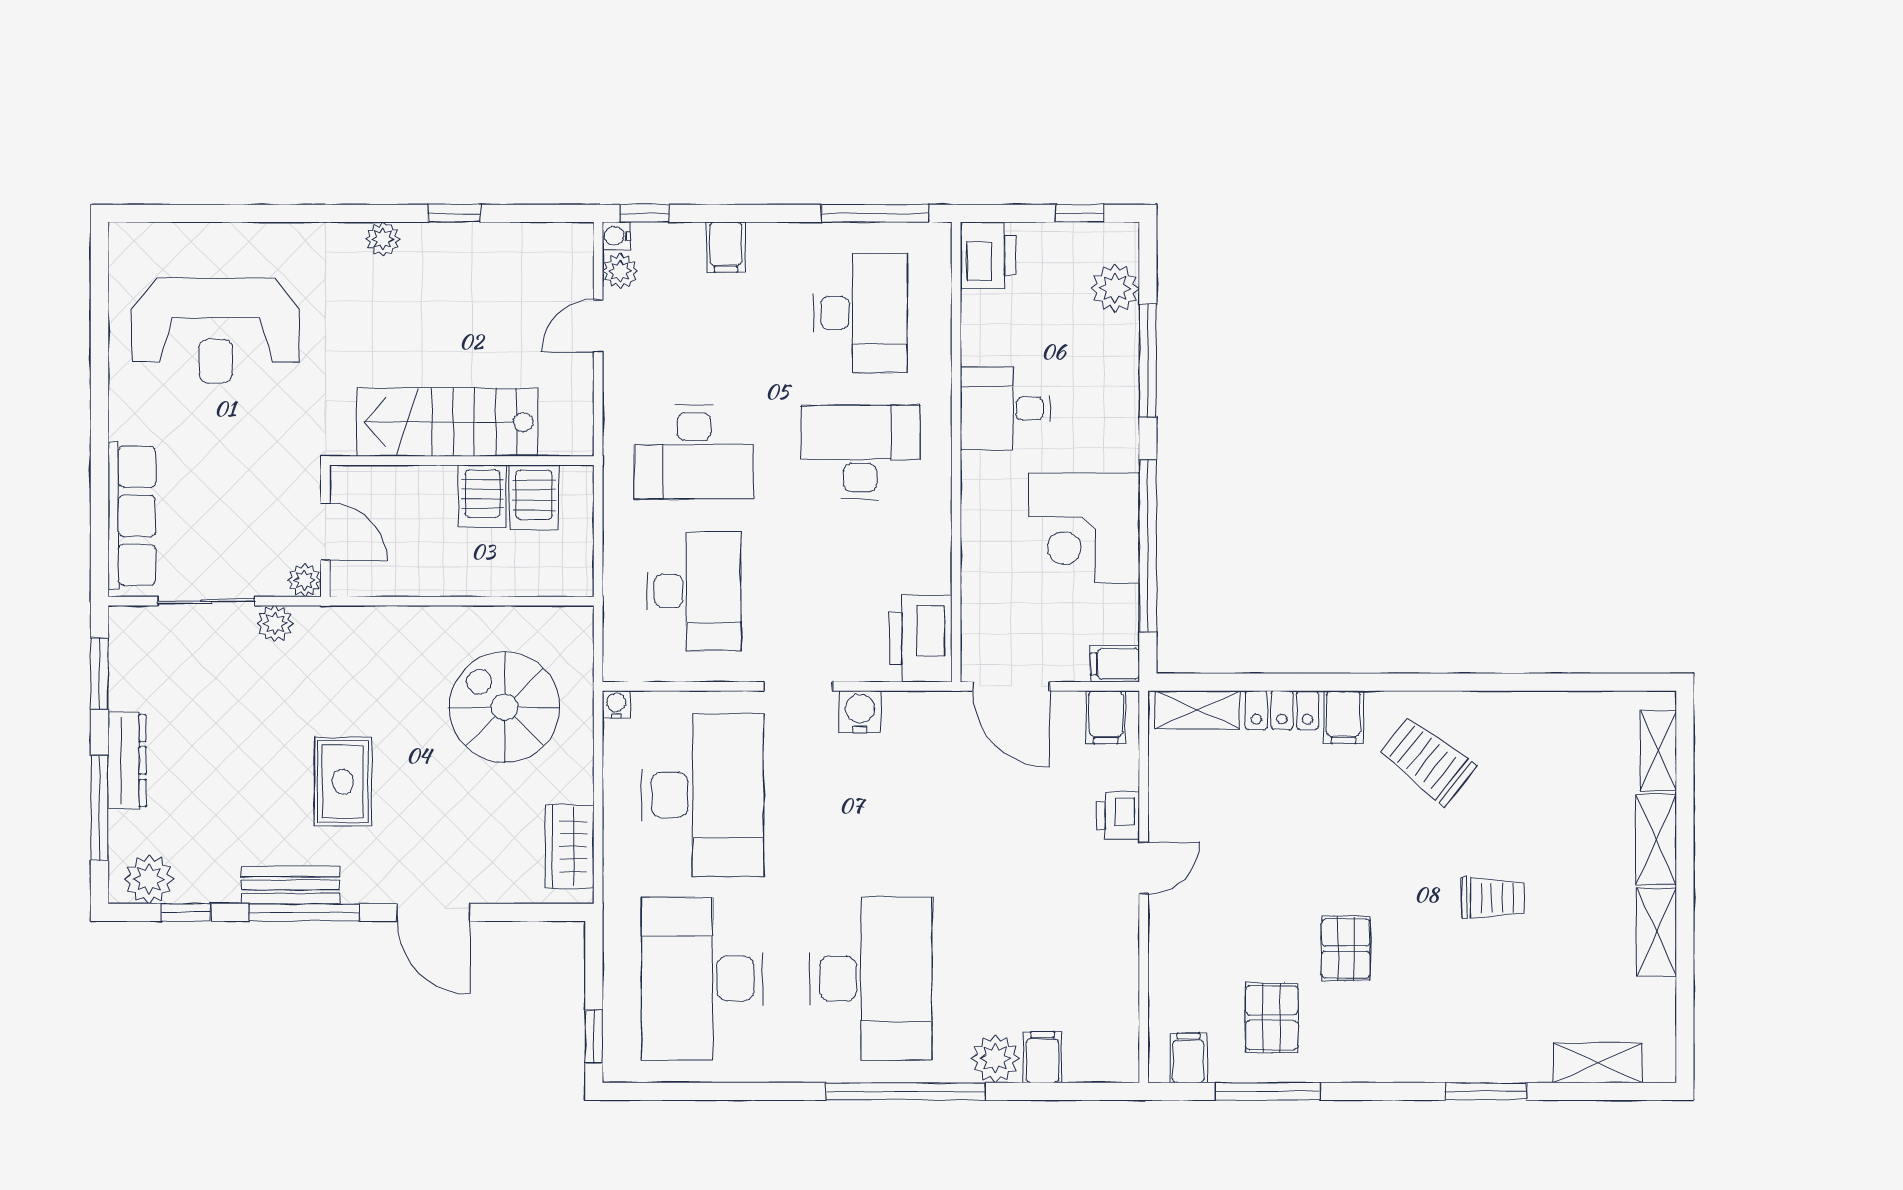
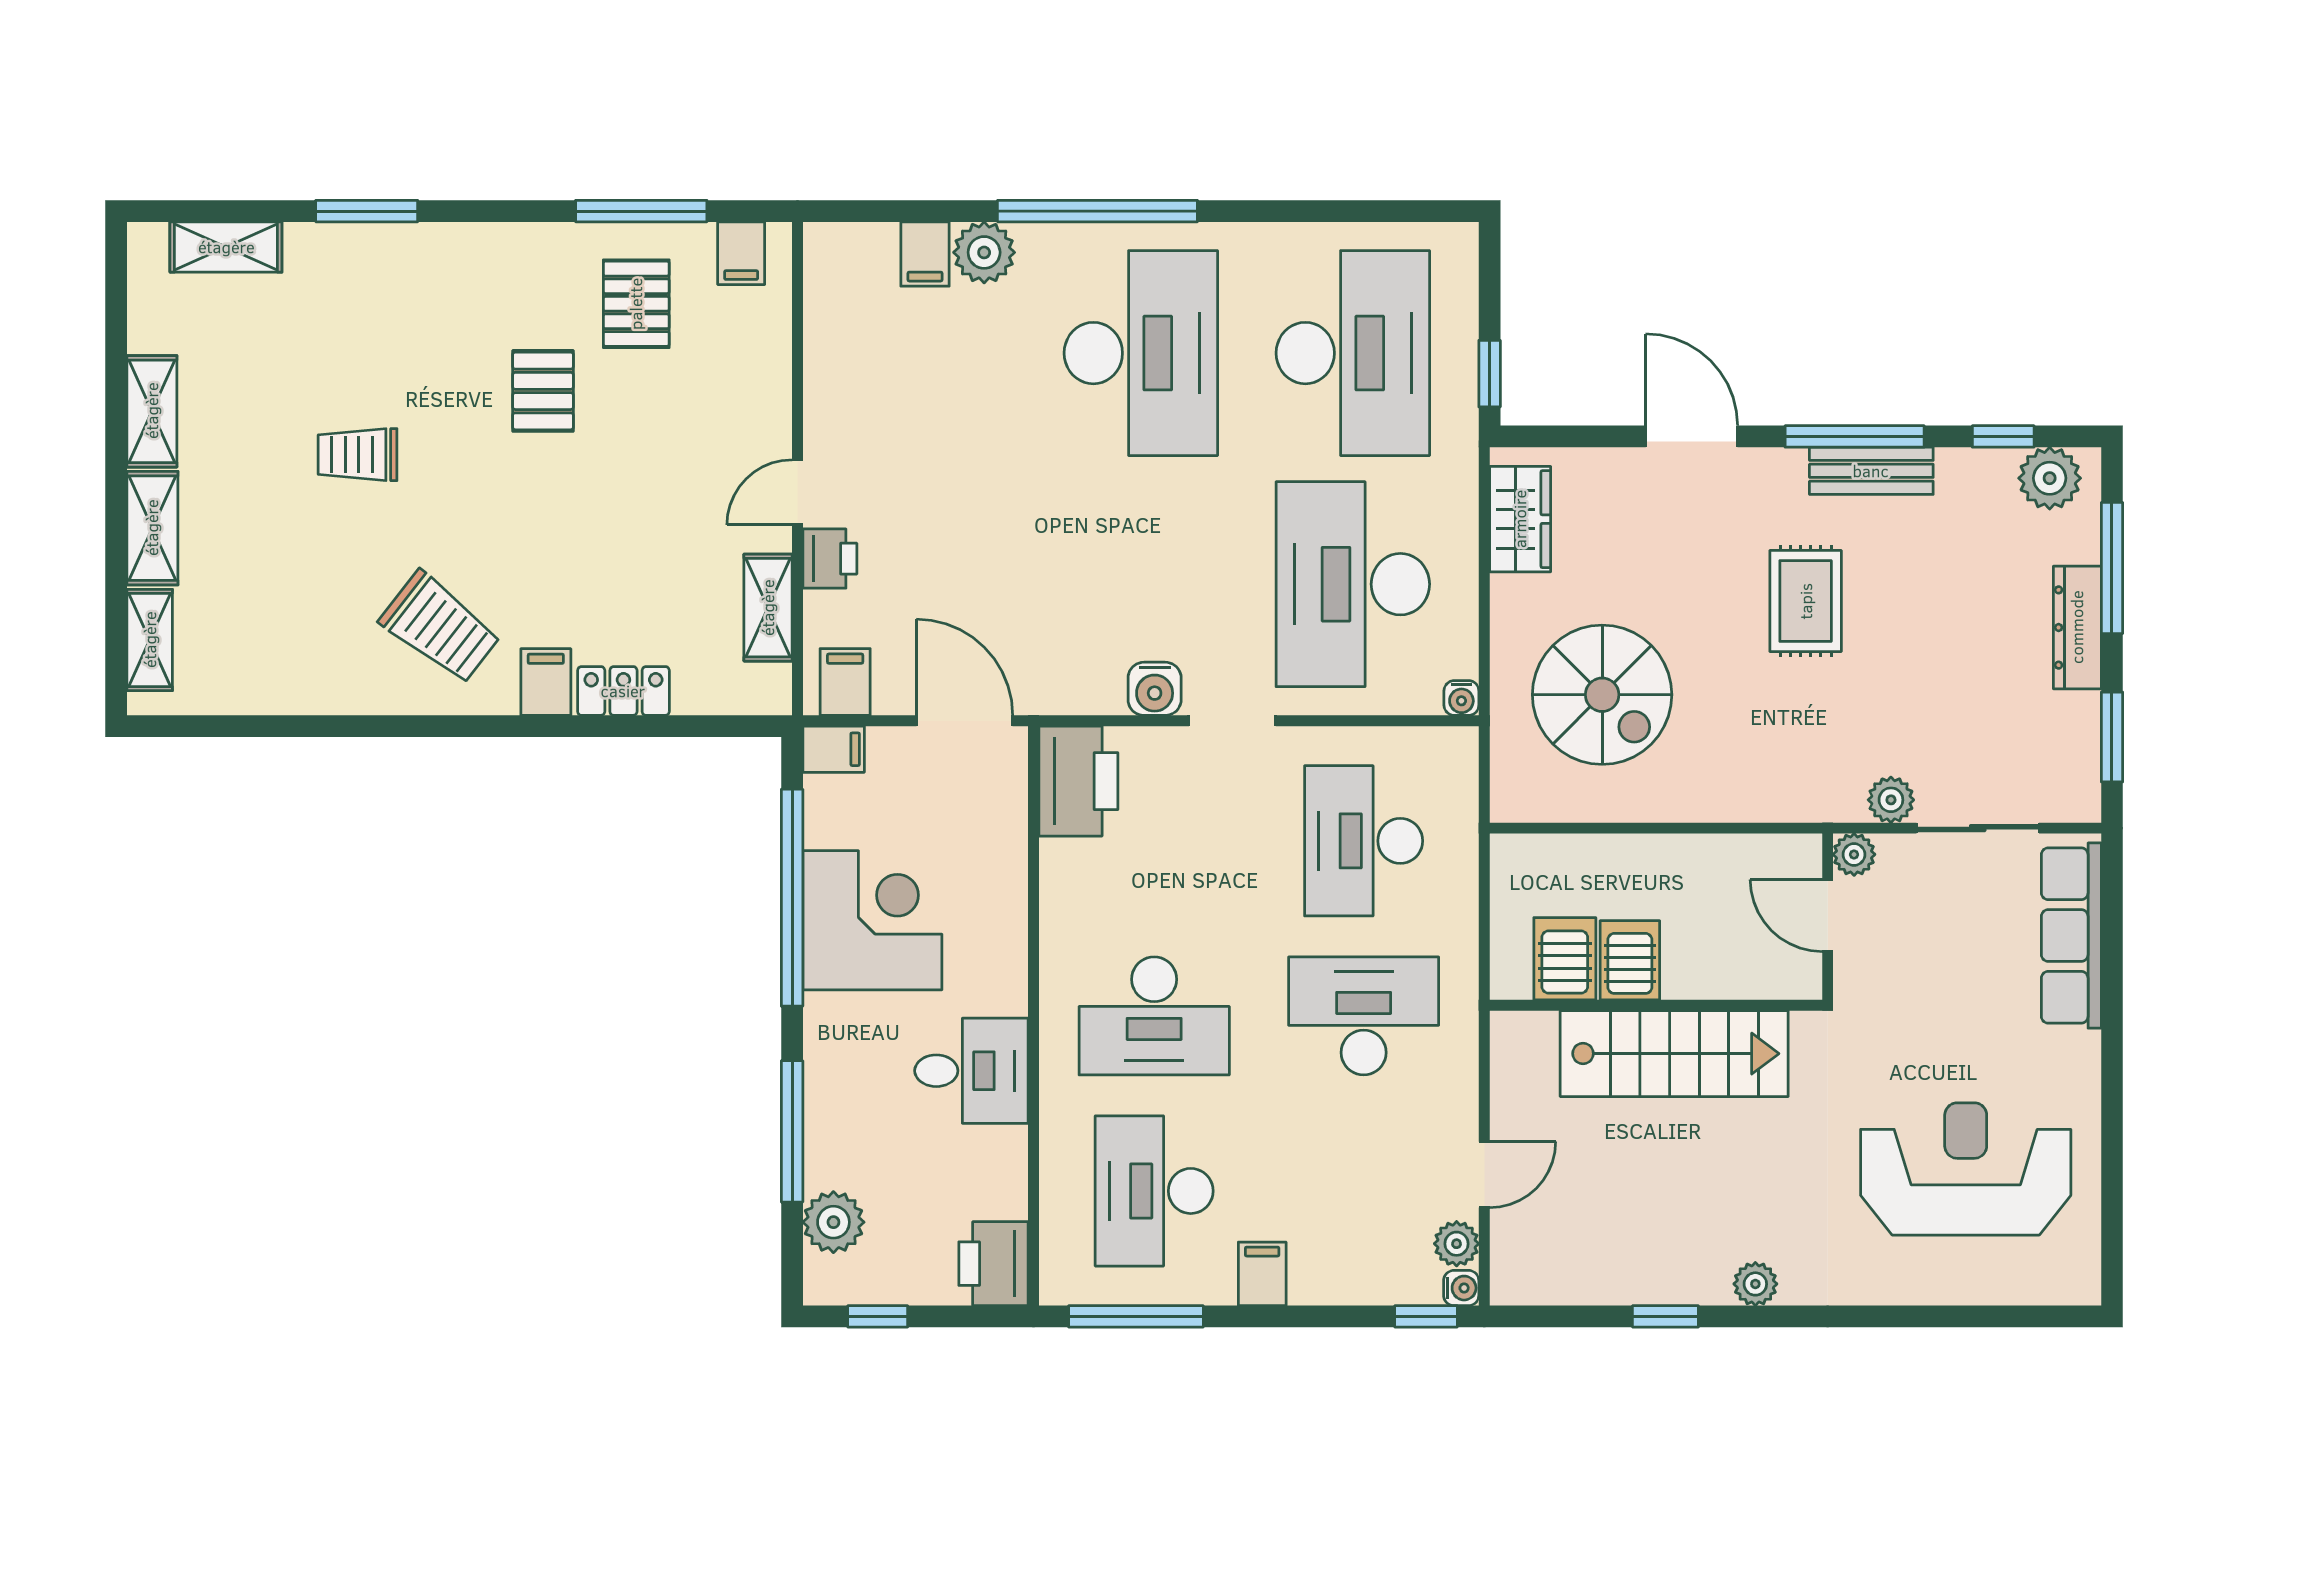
filing cabinet: (726, 247) -> (1262, 1274), moved
shelving: (1198, 710) -> (768, 608), moved, turned 90
desk: (871, 979) -> (1141, 353), turned 180
window: (594, 1037) -> (1490, 374), moved

